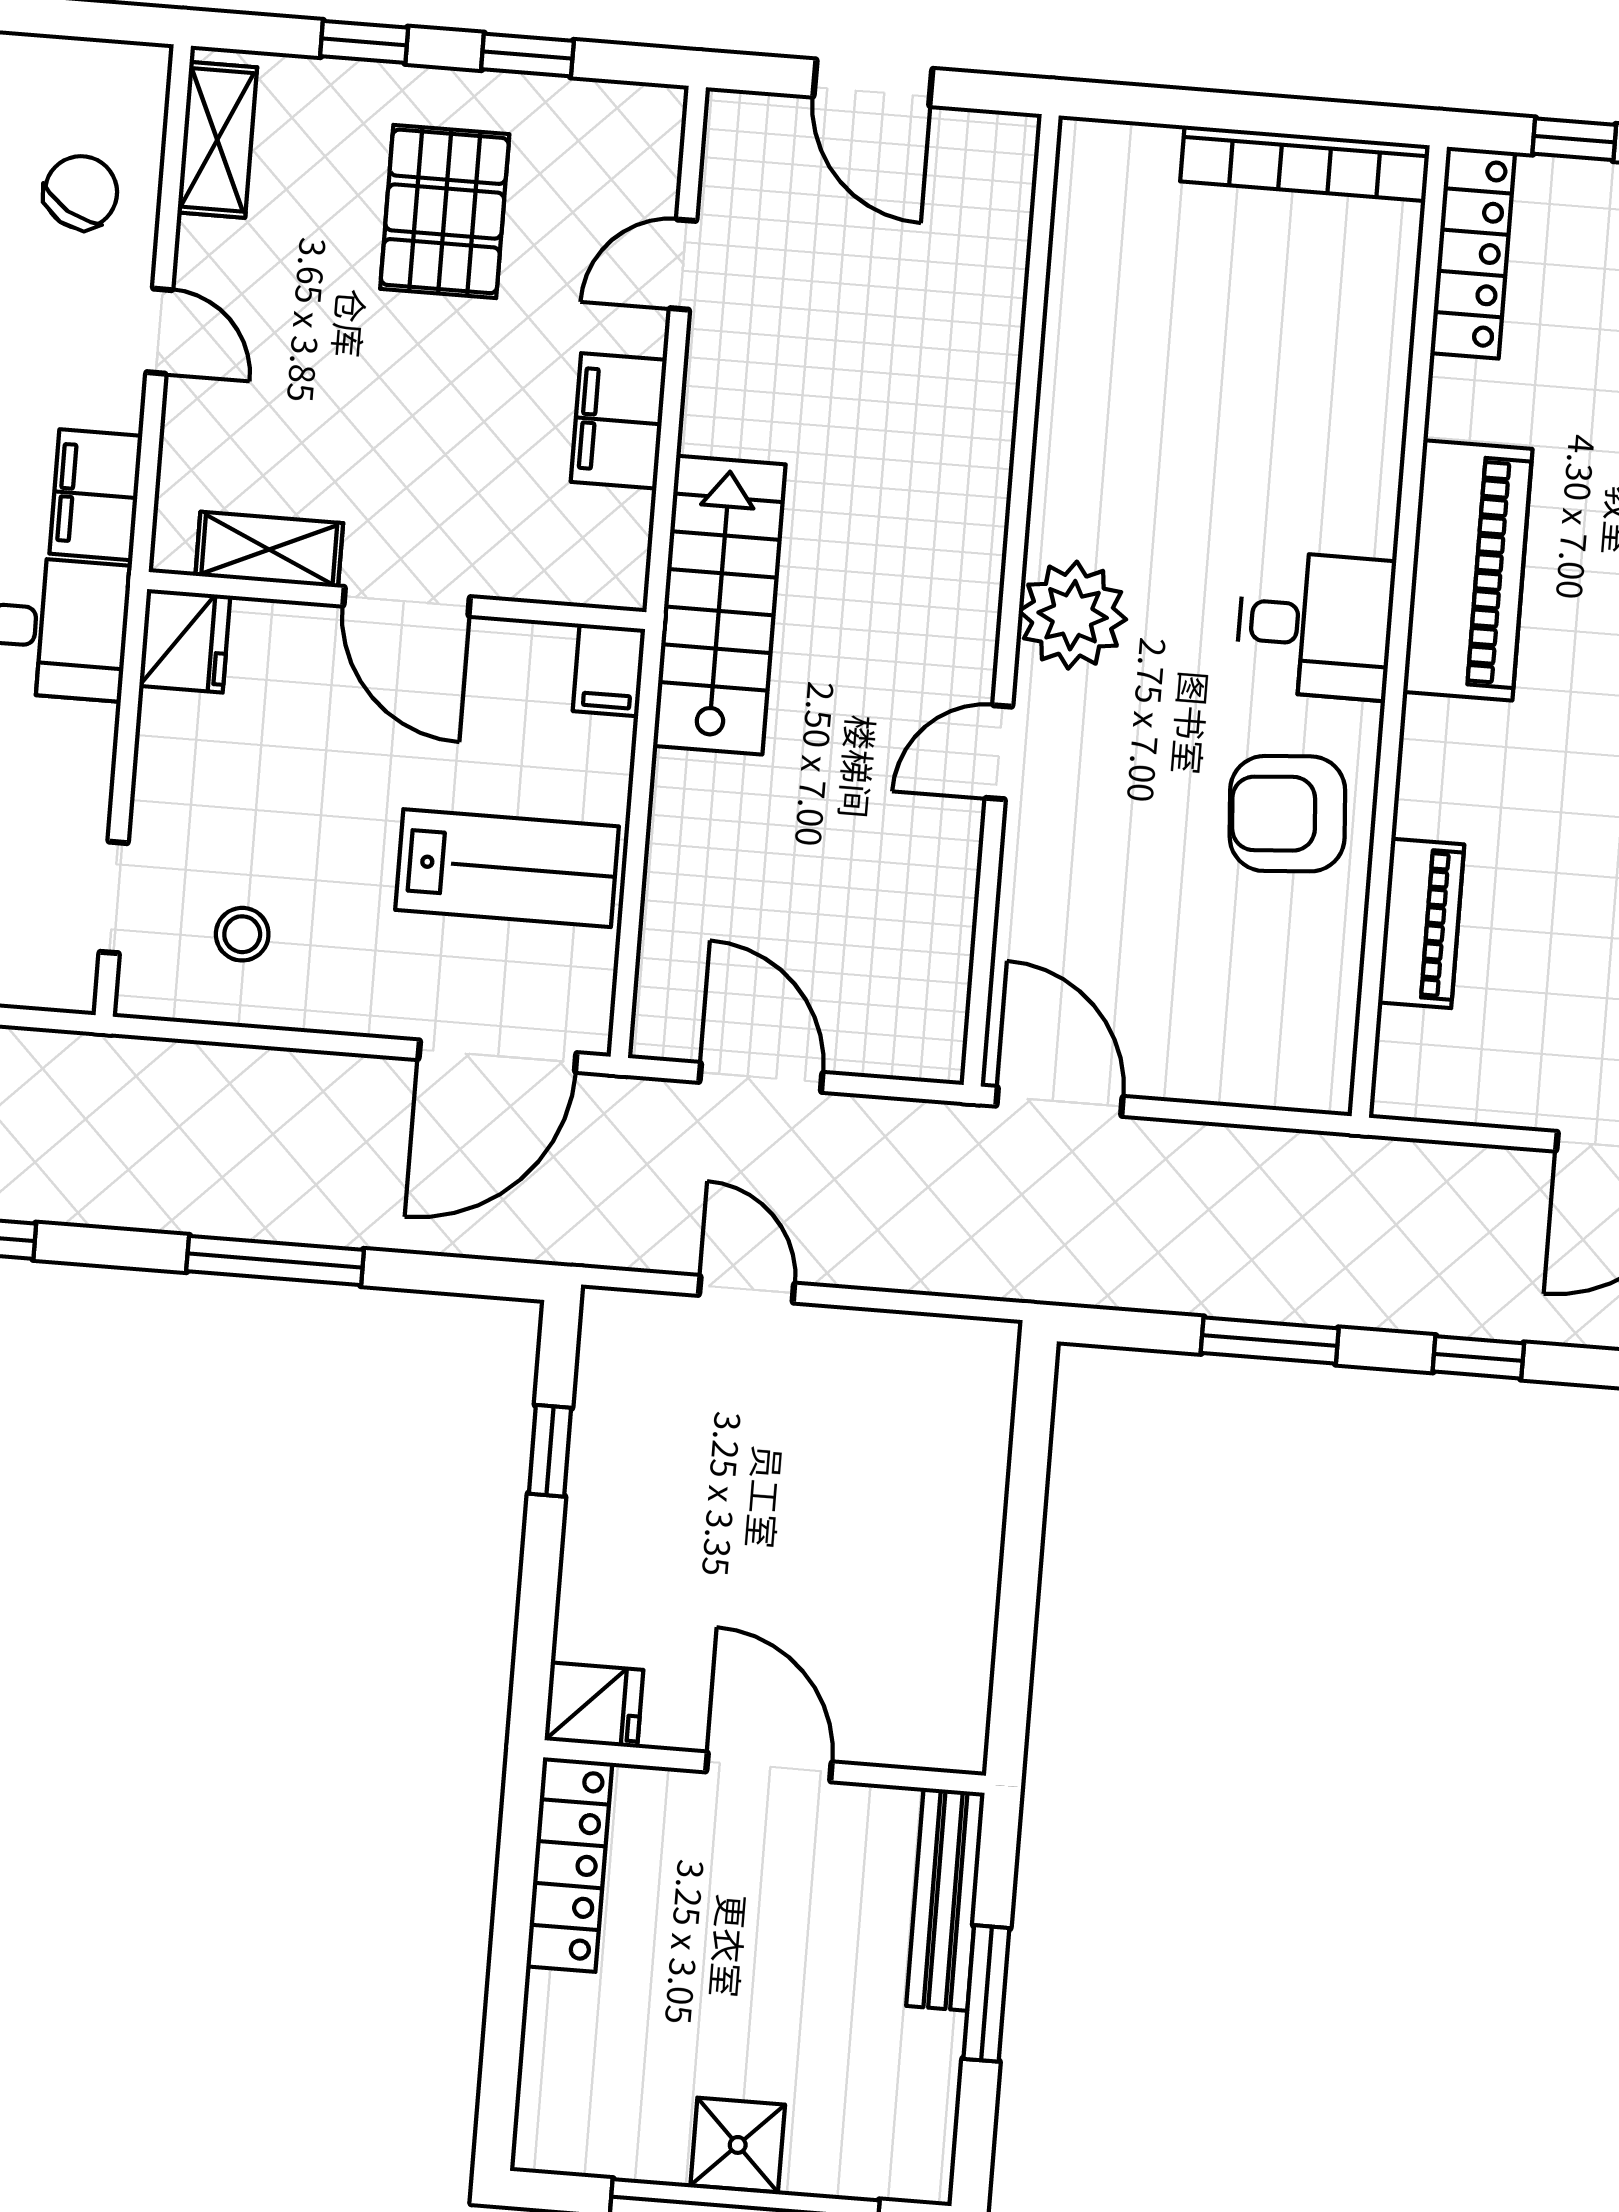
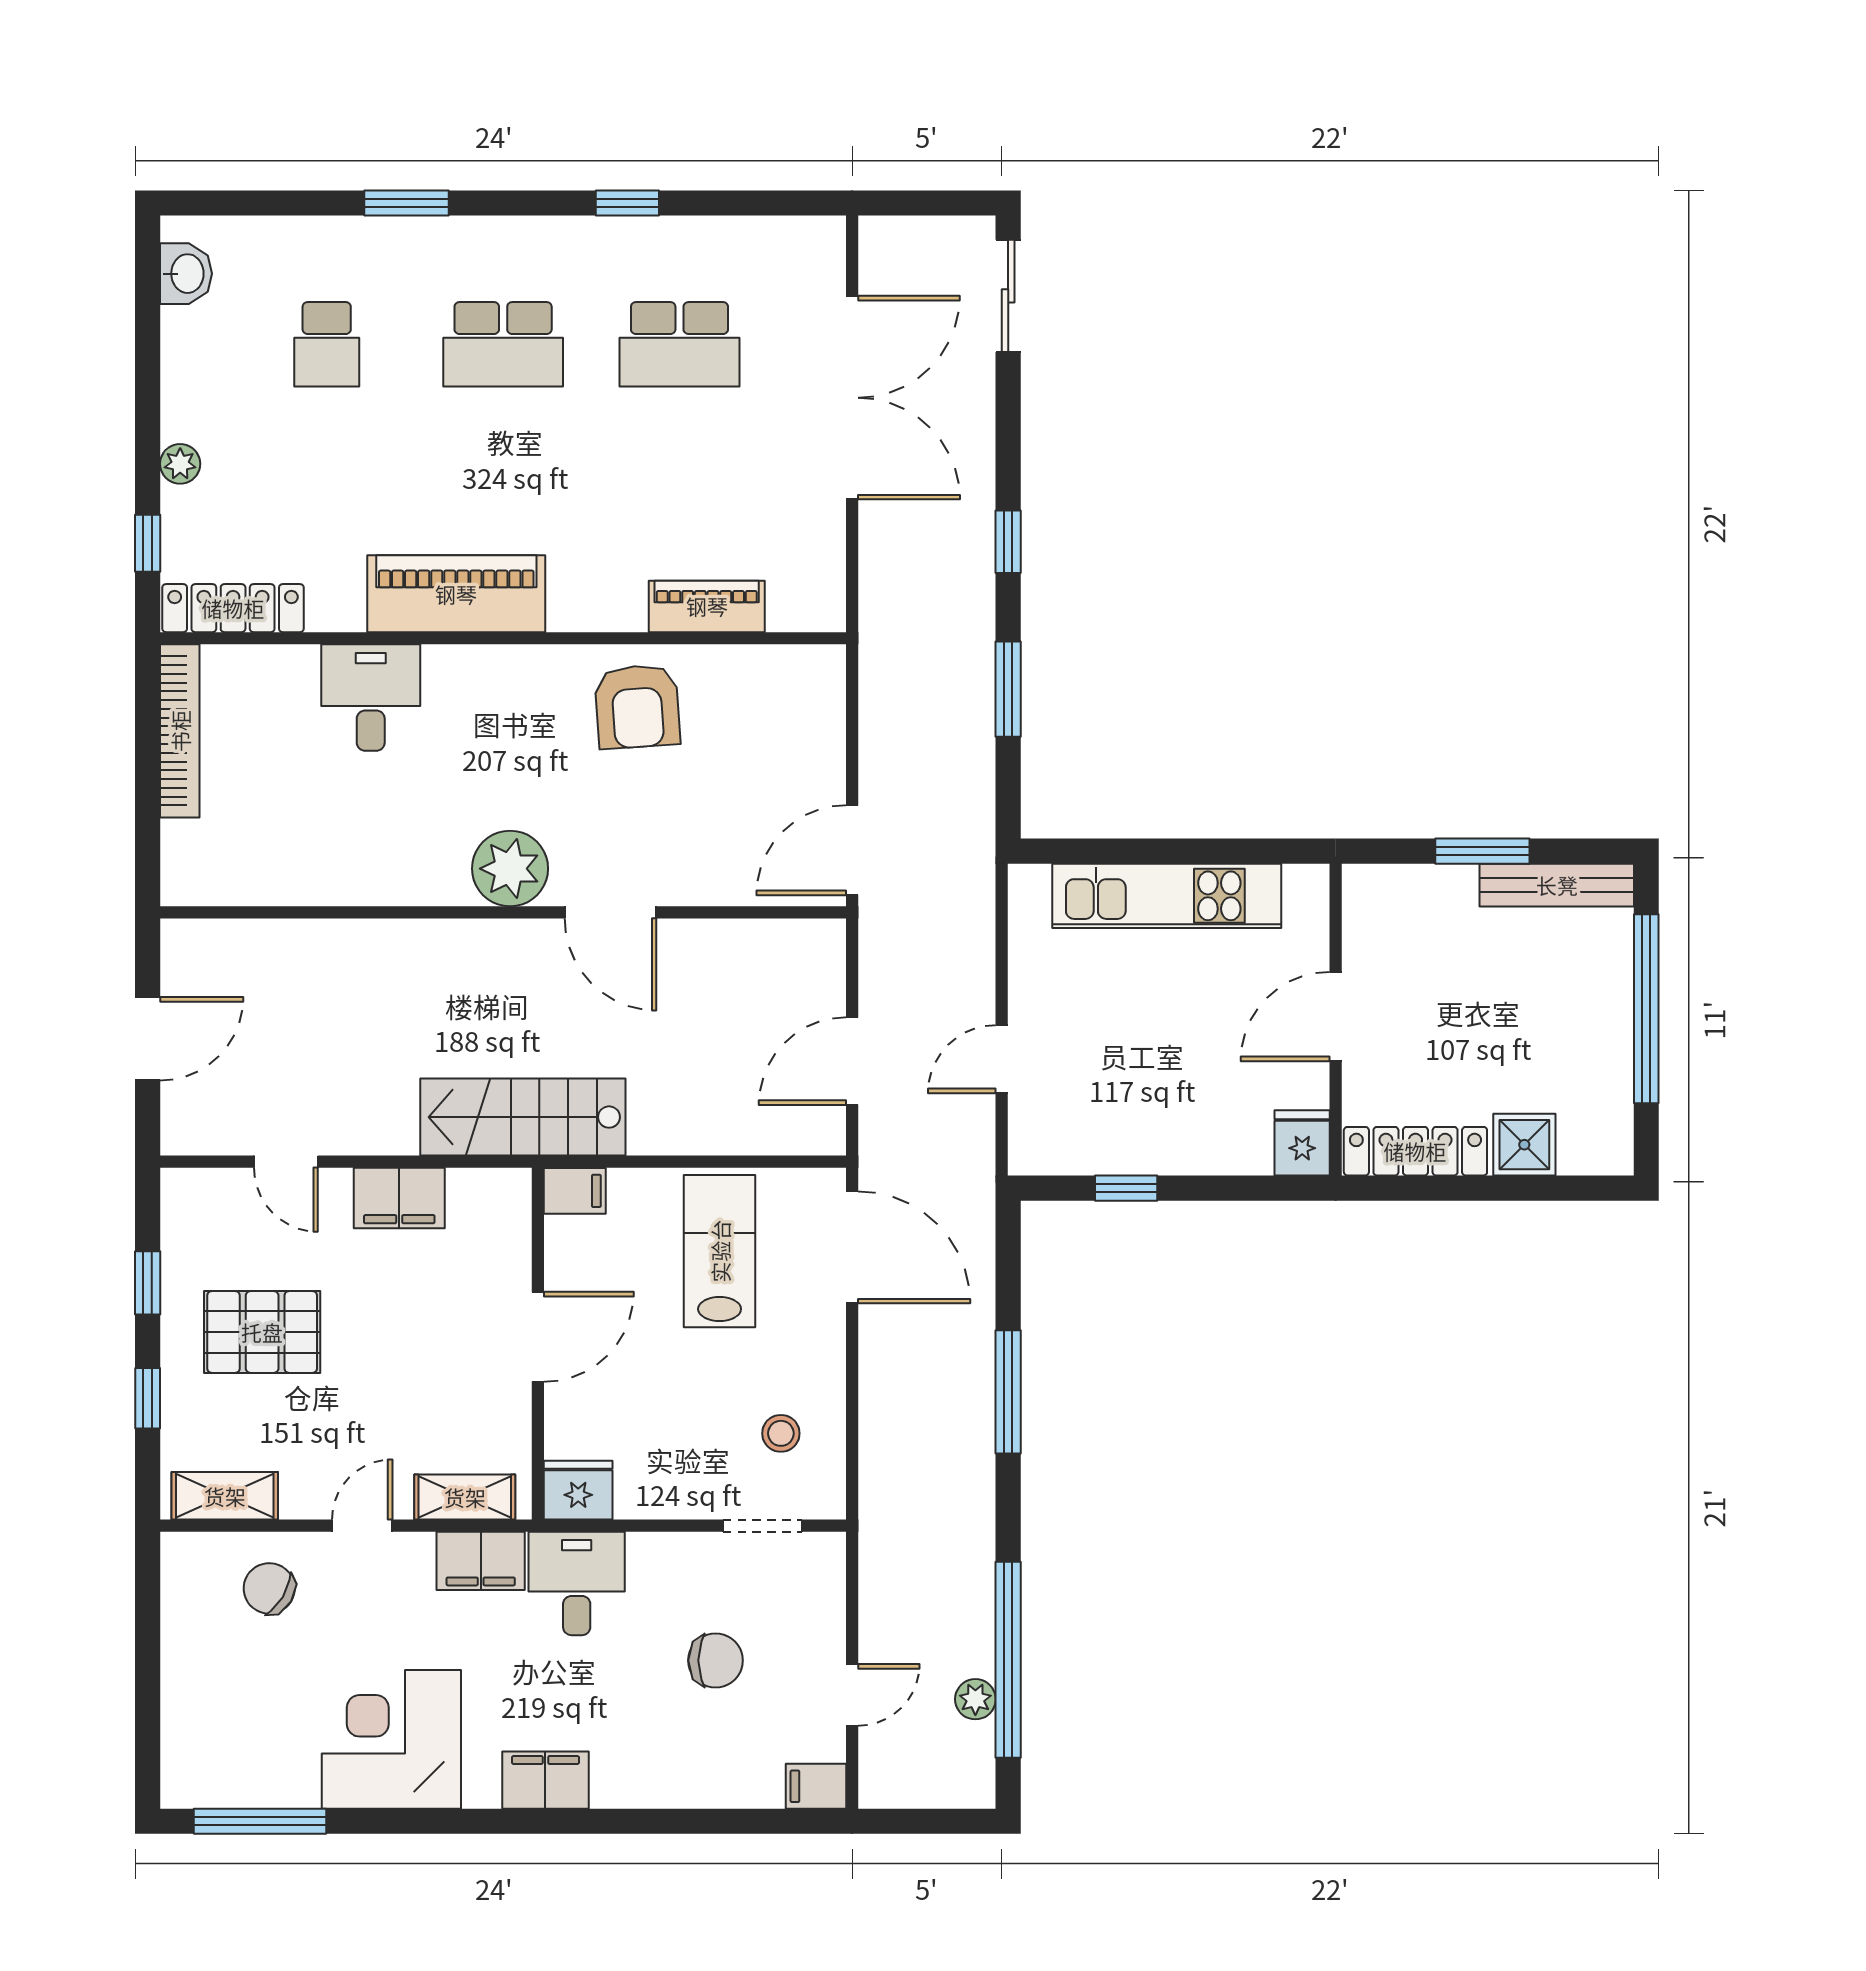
shelving: (269, 549) -> (465, 1497), moved, turned 90
desk: (1315, 625) -> (371, 698), moved
door: (999, 752) -> (610, 912), width x1.38
kitchen unit: (959, 1542) -> (1167, 896), added
bench: (946, 1899) -> (1557, 885), moved
shower: (738, 2145) -> (1524, 1145), moved

